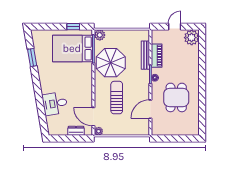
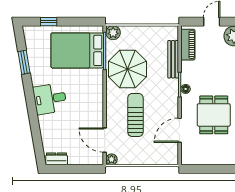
window: (73, 27) -> (49, 22), moved
piano: (157, 56) -> (188, 45), moved
desk: (55, 104) -> (50, 99), moved
dresser: (76, 131) -> (57, 159), moved

